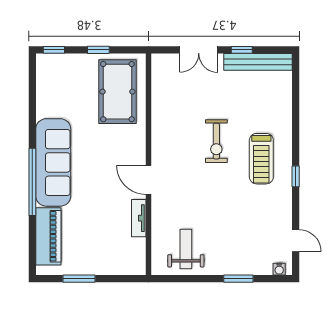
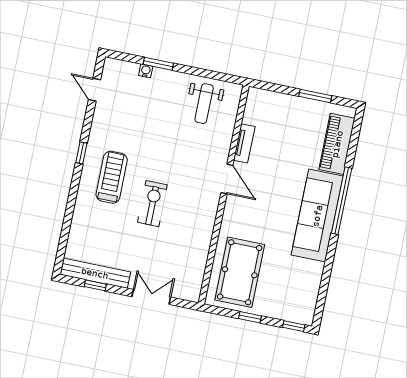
window: (242, 50) -> (95, 285), moved
water cooler: (279, 269) -> (146, 71), moved

